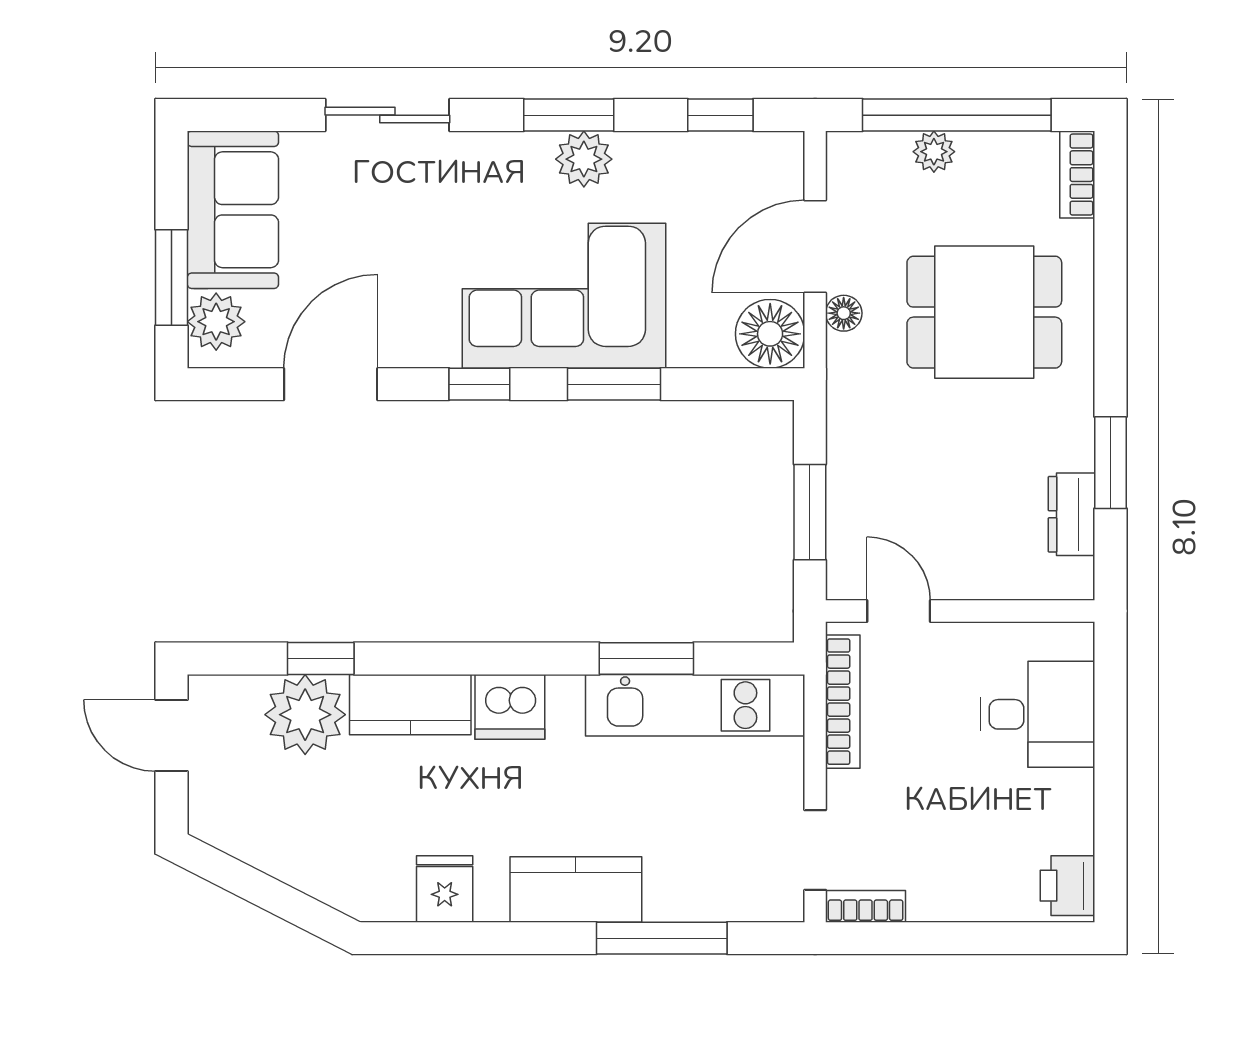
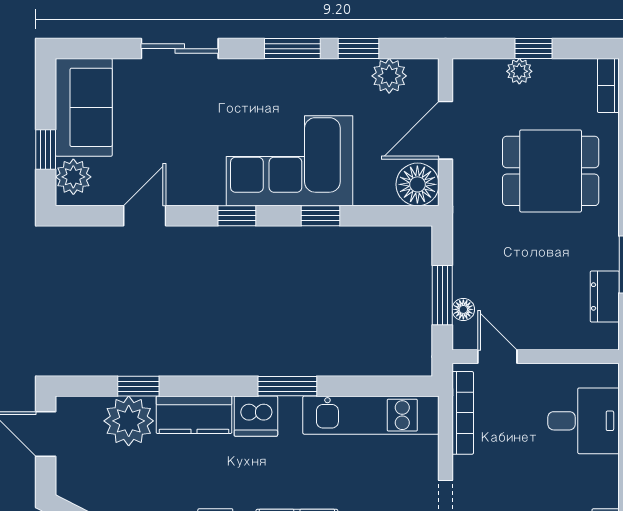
window: (720, 115) -> (358, 49), moved
window: (957, 115) -> (534, 49), width x0.32
plant: (584, 159) -> (389, 76), moved
window: (171, 278) -> (46, 149), width x0.67
floor lamp: (844, 313) -> (463, 309), moved
door: (331, 384) -> (145, 216), width x0.73
window: (614, 384) -> (321, 216), width x0.67
window: (646, 658) -> (287, 386), moved

